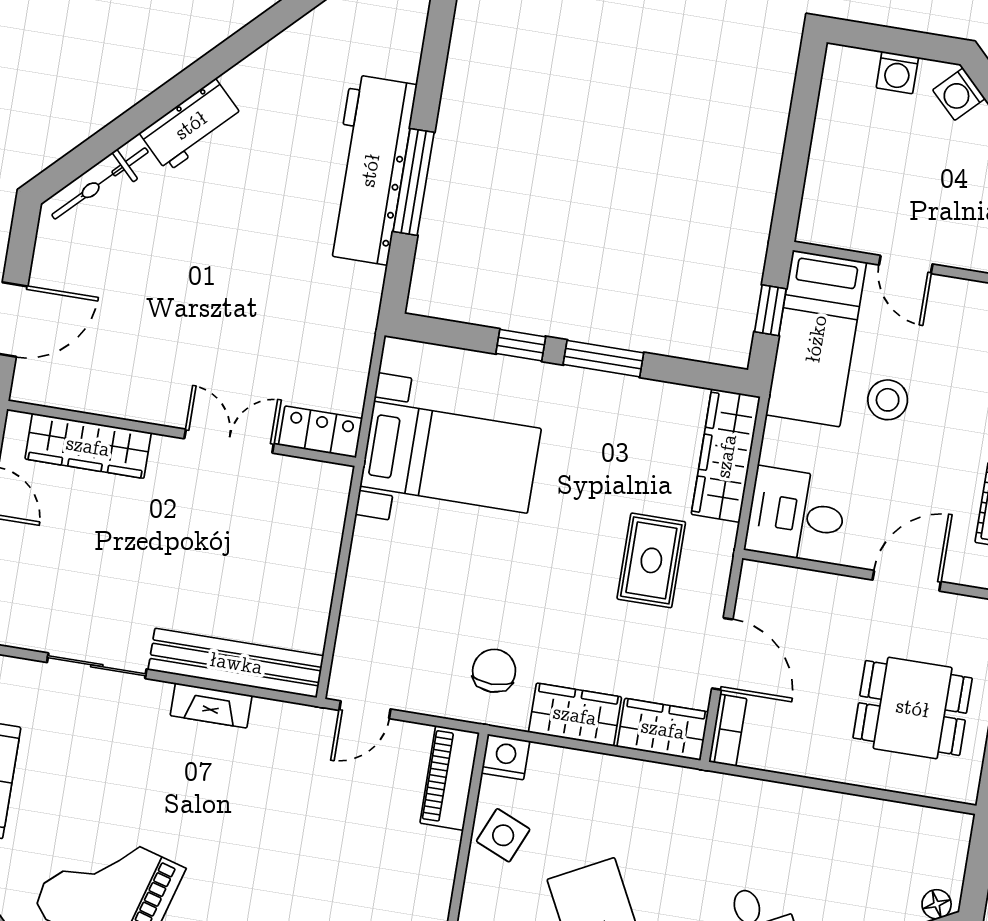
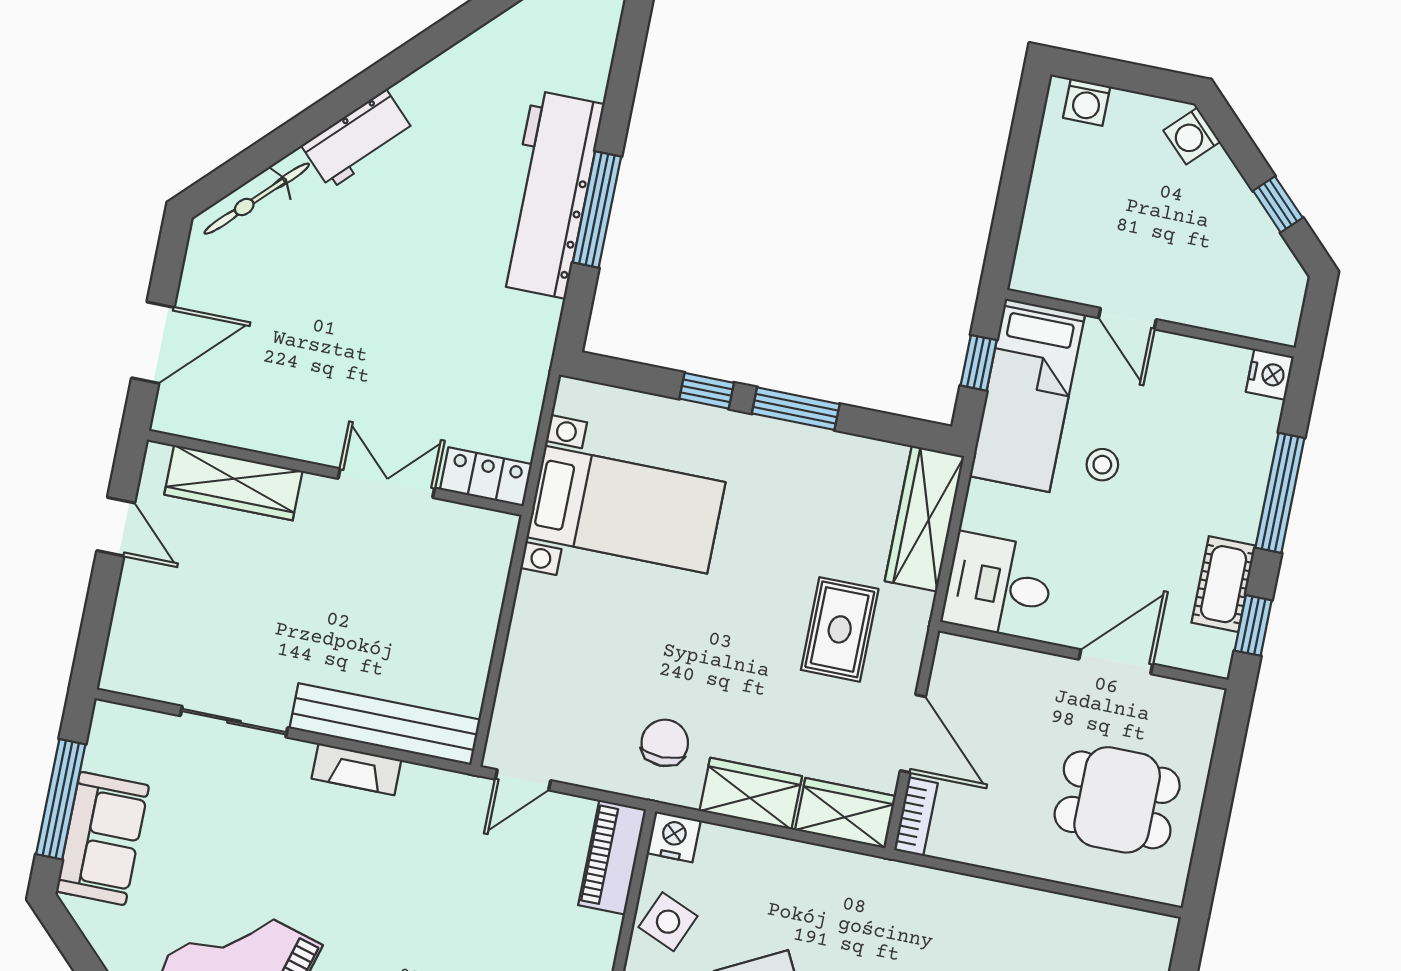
washing machine: (897, 73) -> (1087, 102), moved
stool: (888, 400) -> (1102, 465), width x0.73, depth x0.73

